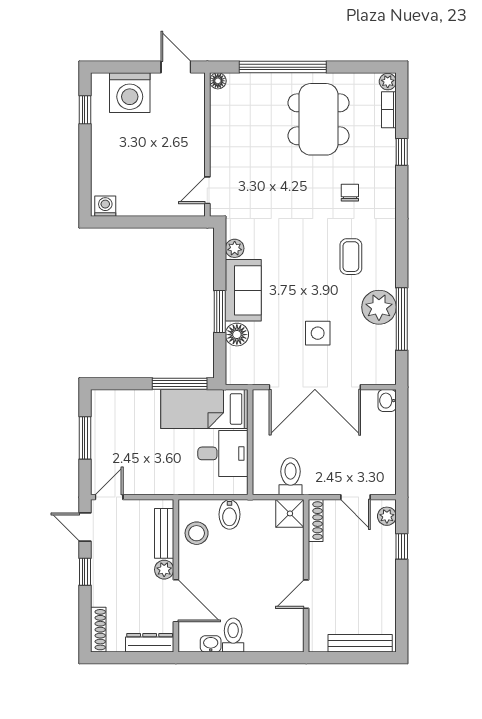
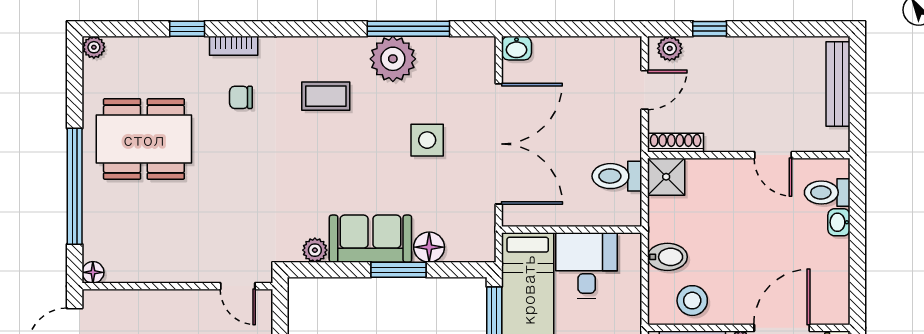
bookcase: (389, 110) -> (234, 46), moved
toilet: (233, 635) -> (827, 192), moved
washbasin: (211, 644) -> (839, 222), moved

